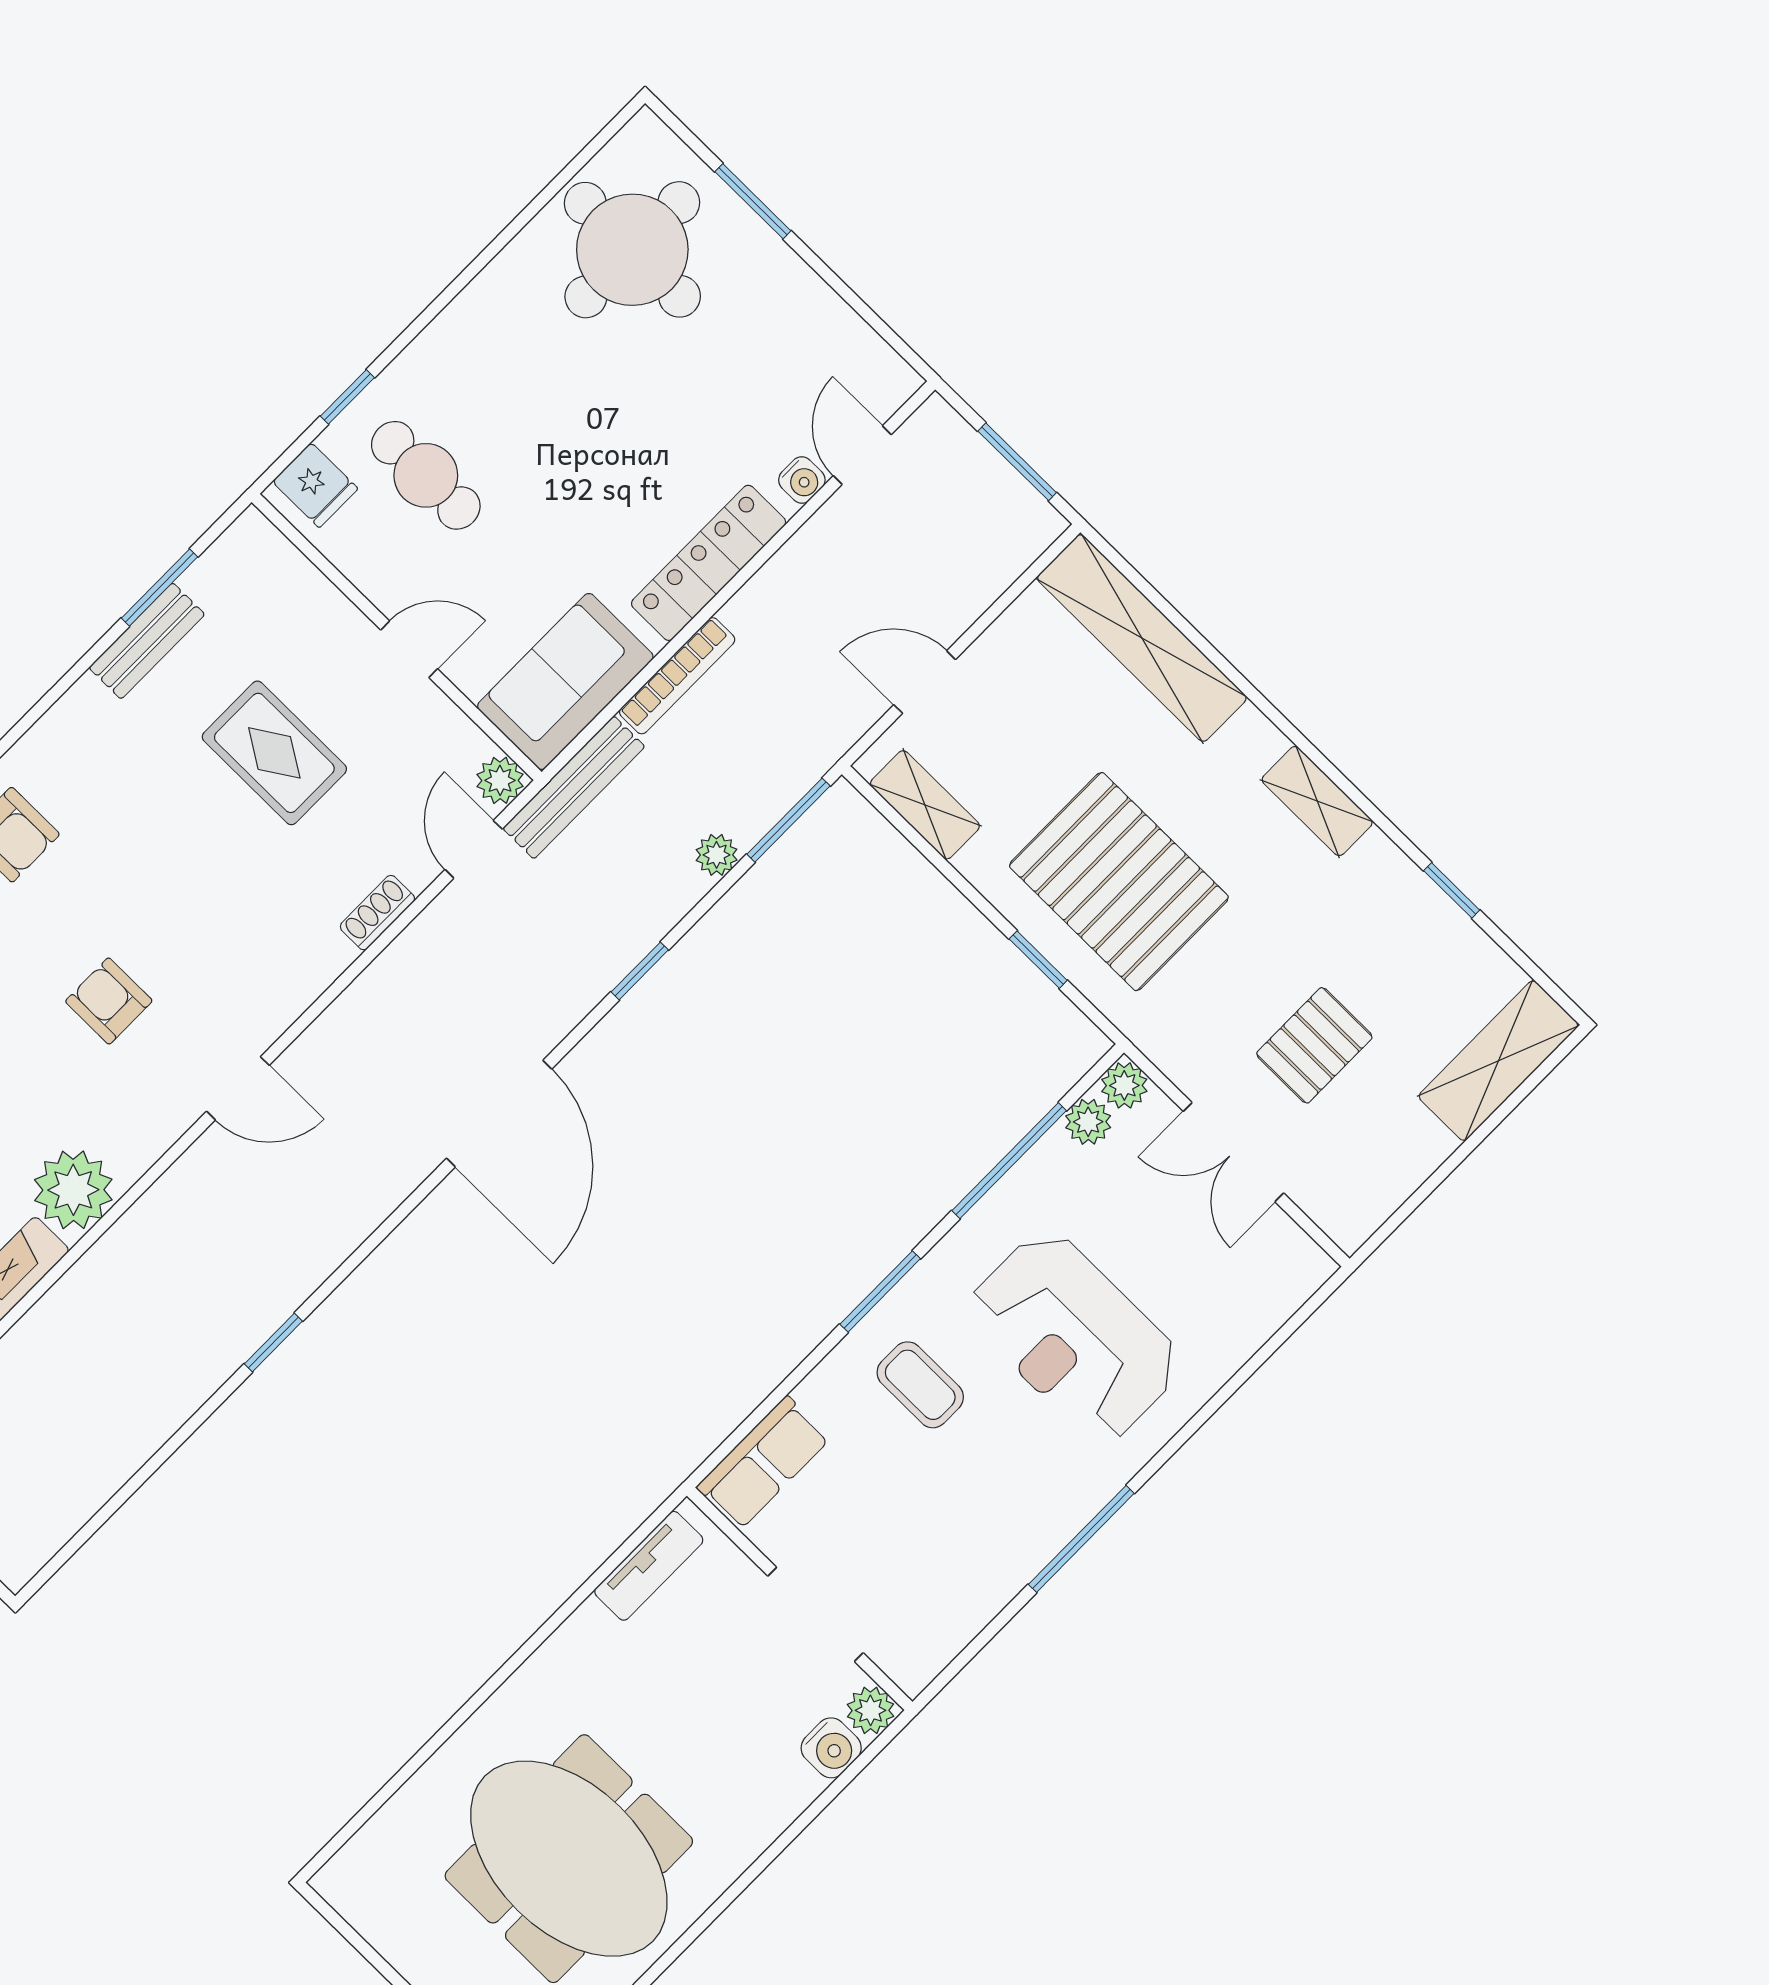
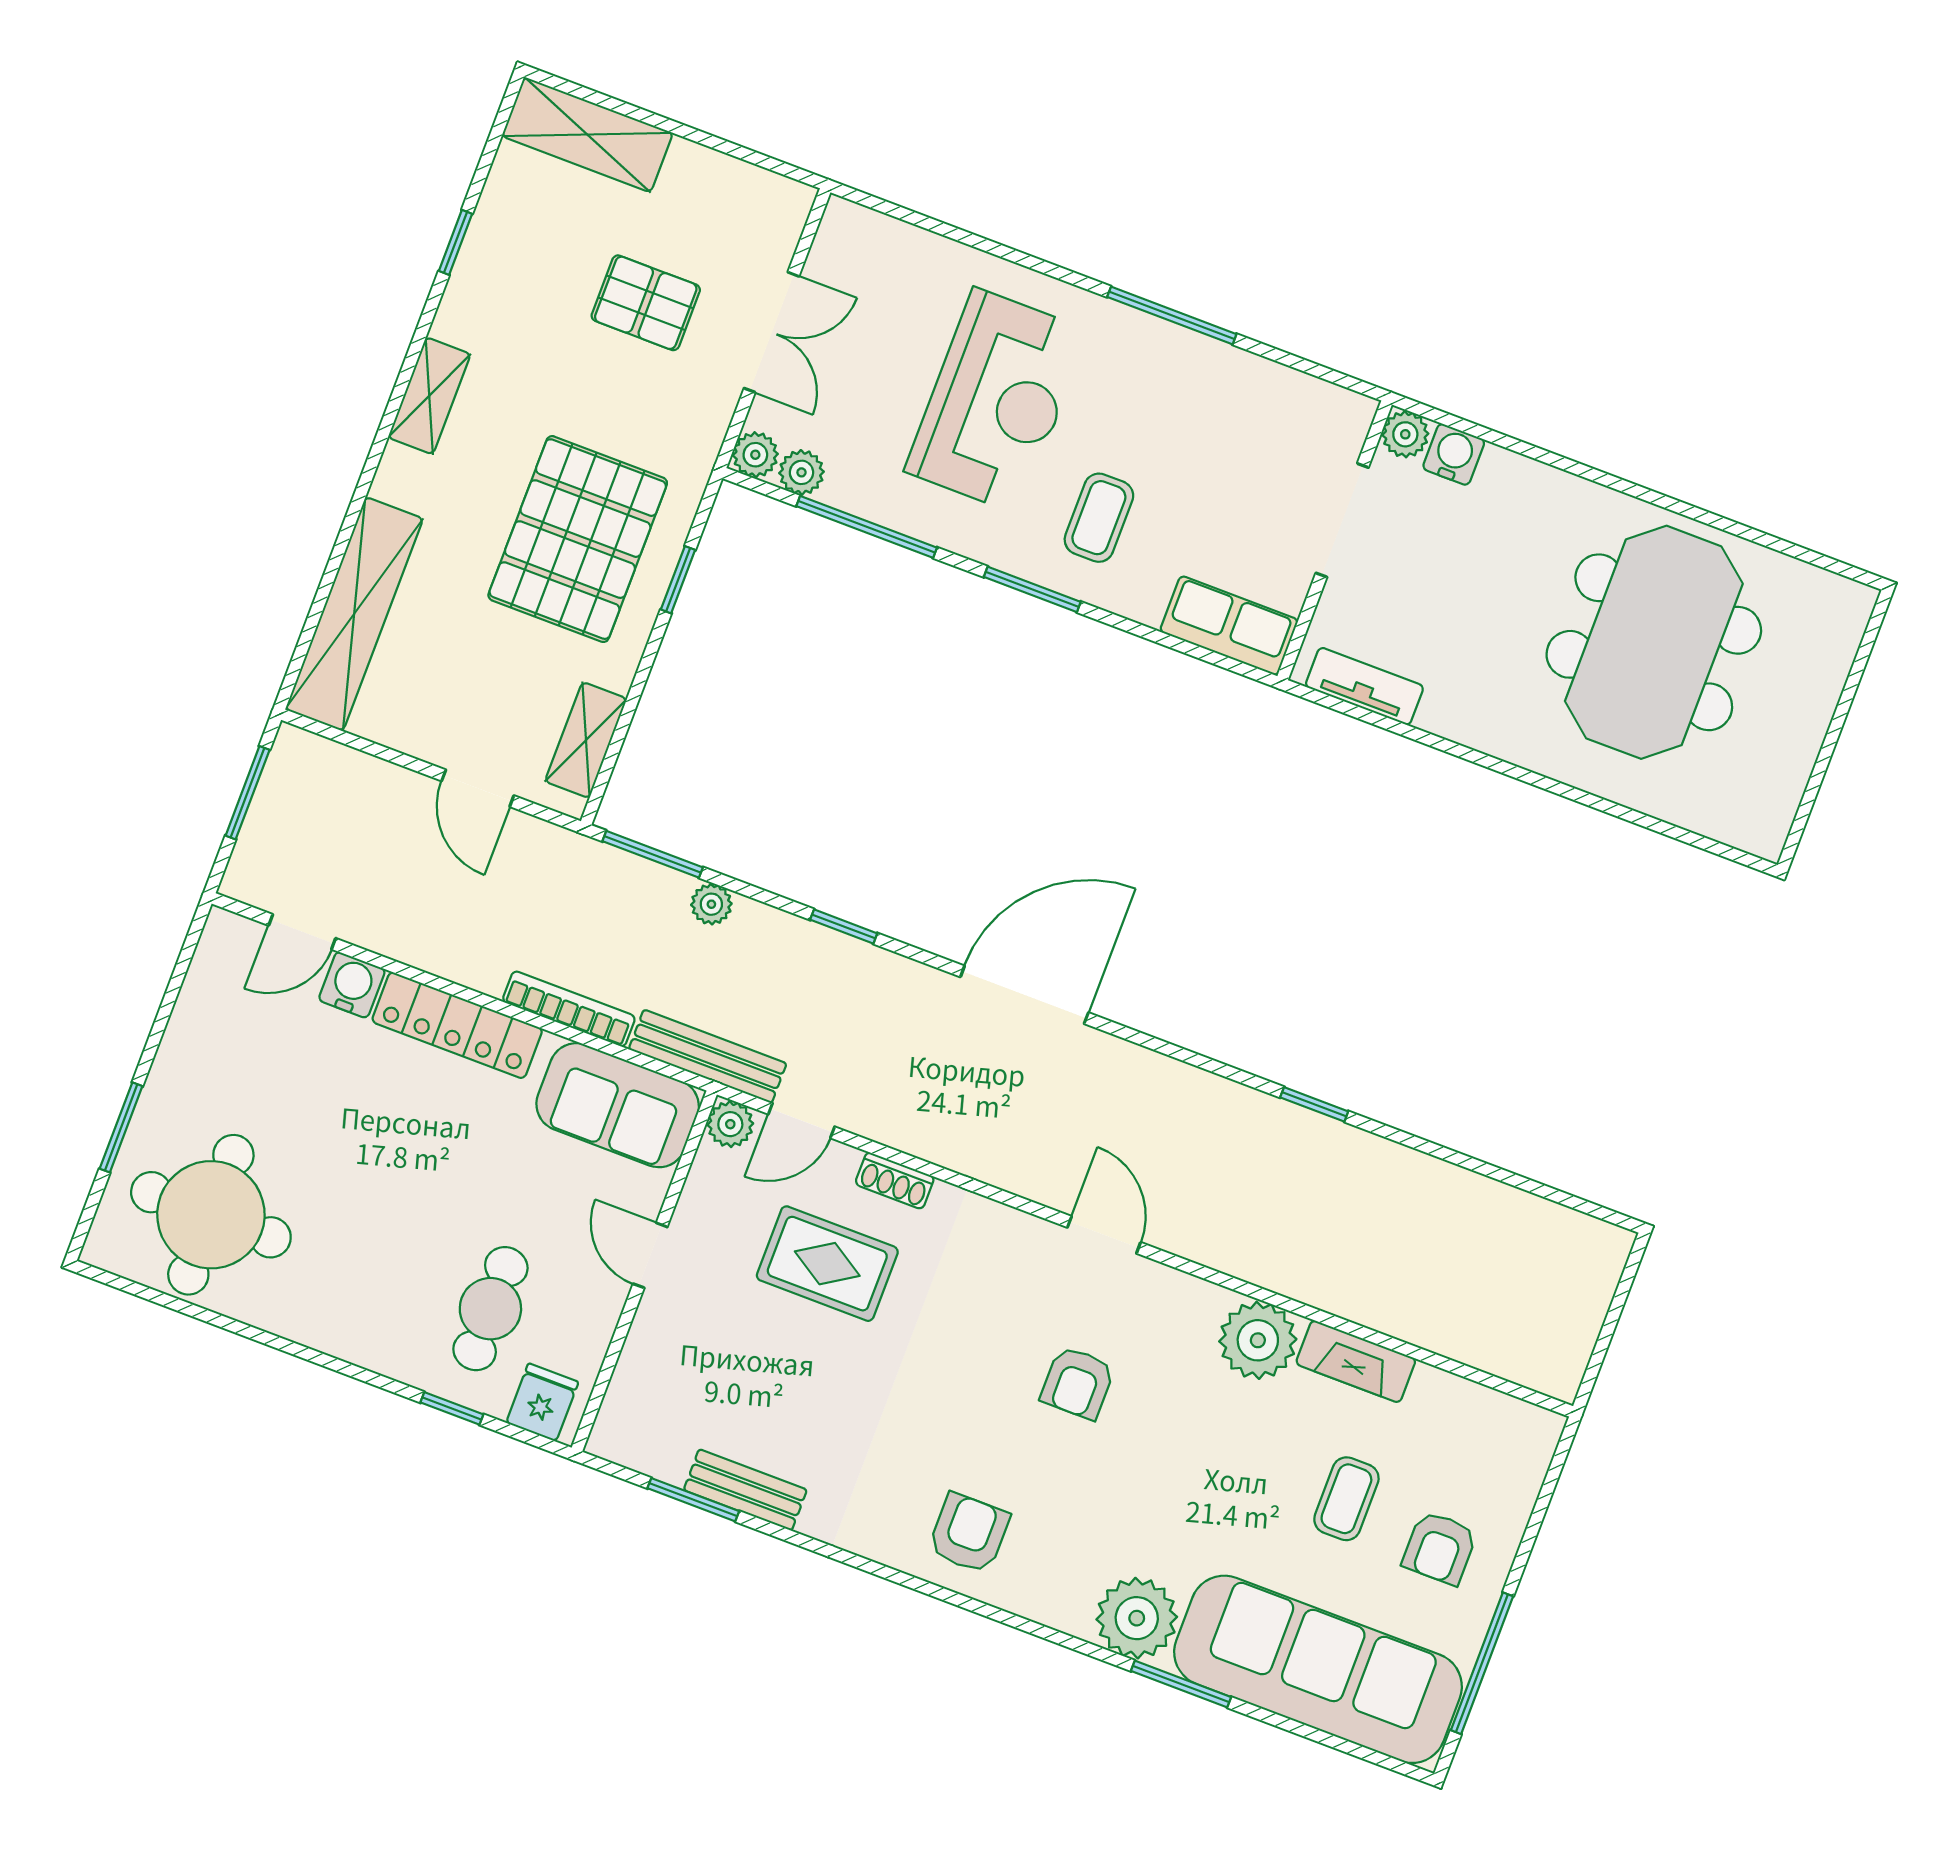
water cooler: (802, 480) -> (352, 985), width x1.38, depth x1.38
rug: (274, 753) -> (827, 1264), moved, turned 90

